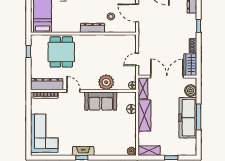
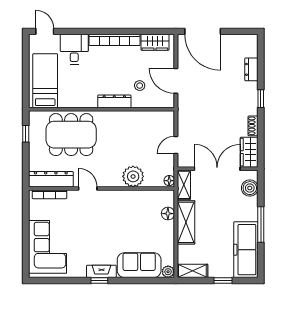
dining table: (61, 52) -> (71, 135), width x1.38
sofa: (101, 101) -> (139, 265), moved, turned 180
freezer: (188, 118) -> (246, 250), moved

